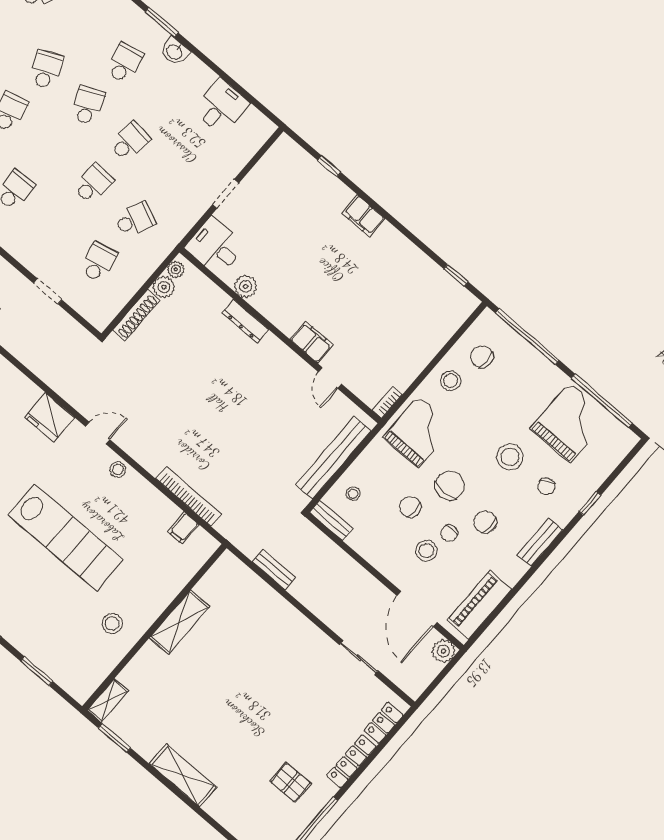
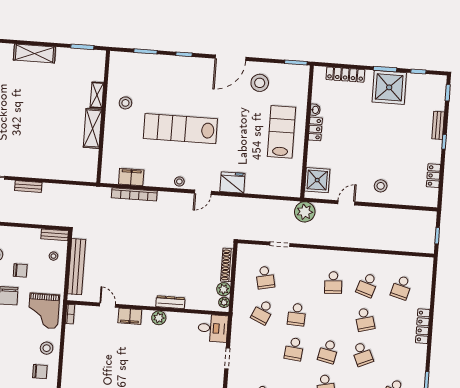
school desk: (88, 105) -> (328, 352), turned 36
plant: (246, 286) -> (159, 318), moved
filing cabinet: (183, 528) -> (131, 177), width x2.00
bench: (274, 570) -> (28, 186), moved
shelving: (108, 701) -> (97, 95), moved

